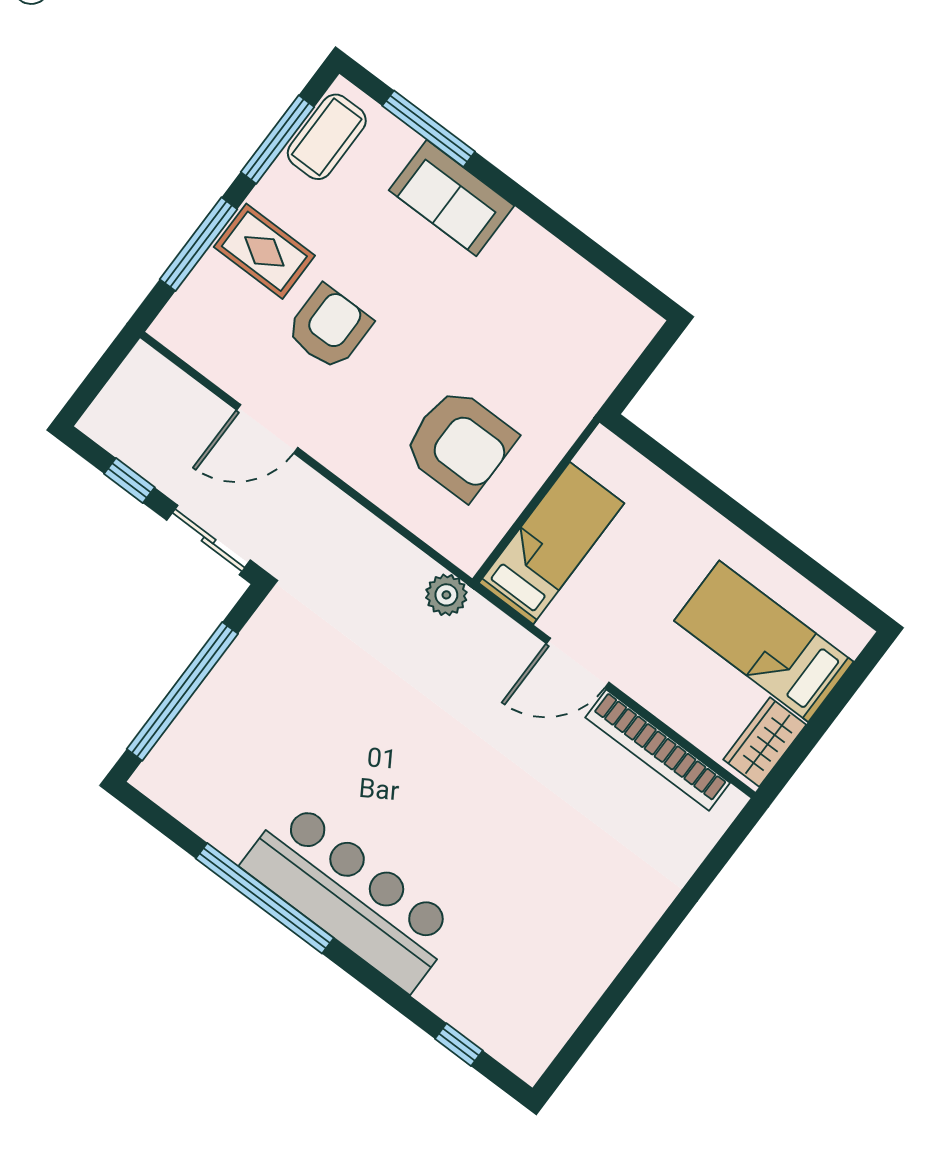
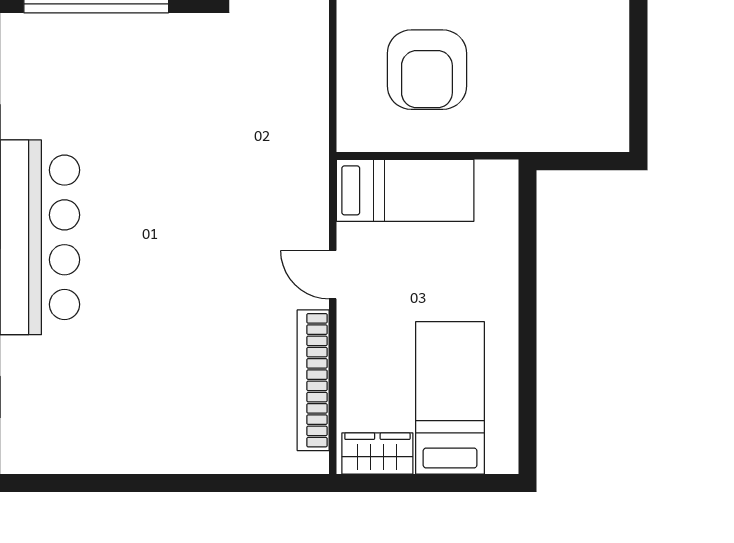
plant: (446, 595) -> (310, 142), removed
door: (578, 663) -> (333, 275), width x0.73

